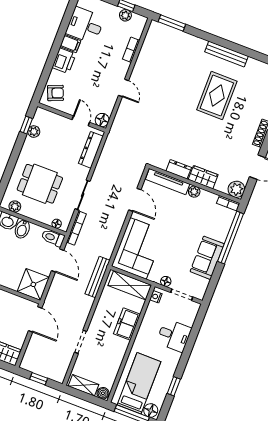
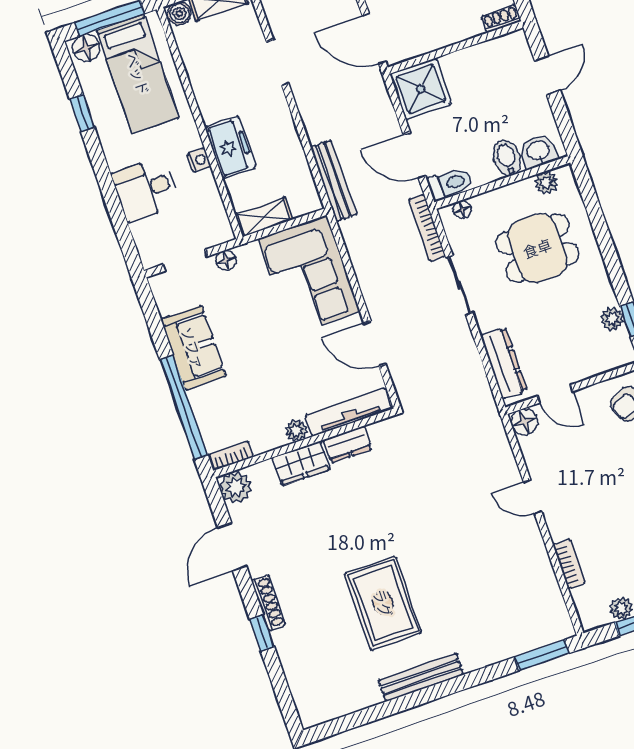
shelving: (130, 285) -> (264, 217), width x0.67, depth x0.75
nightstand: (156, 297) -> (199, 160), moved

